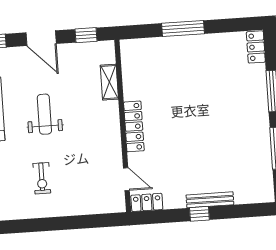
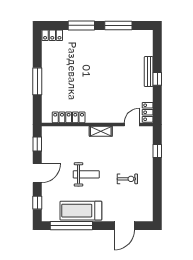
shelving: (109, 82) -> (101, 131), moved
weight bench: (44, 114) -> (86, 174), turned 180
locker: (134, 126) -> (69, 117), moved
window: (88, 221) -> (157, 151), added

